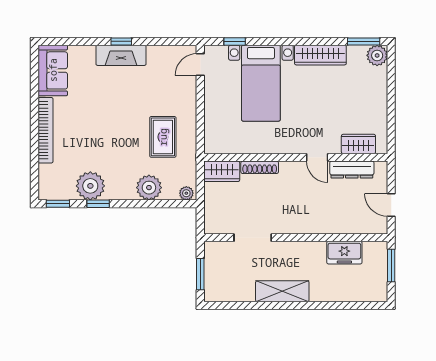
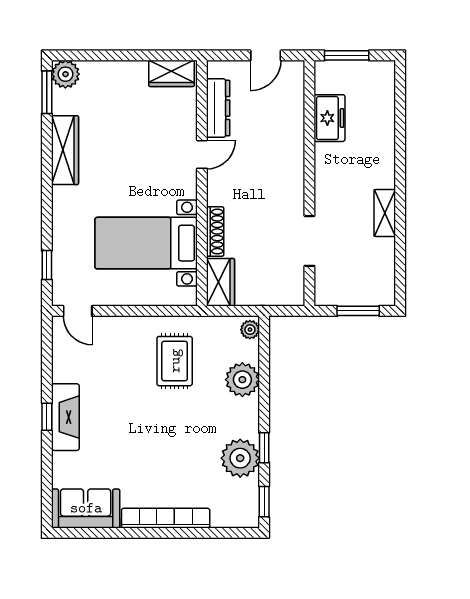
bed with nightstands: (261, 83) -> (146, 243), moved, turned 180
rug: (163, 137) -> (175, 361), turned 90
wardrobe: (358, 144) -> (172, 73), moved, turned -90
shelving: (282, 291) -> (385, 213), width x0.67, depth x0.75

